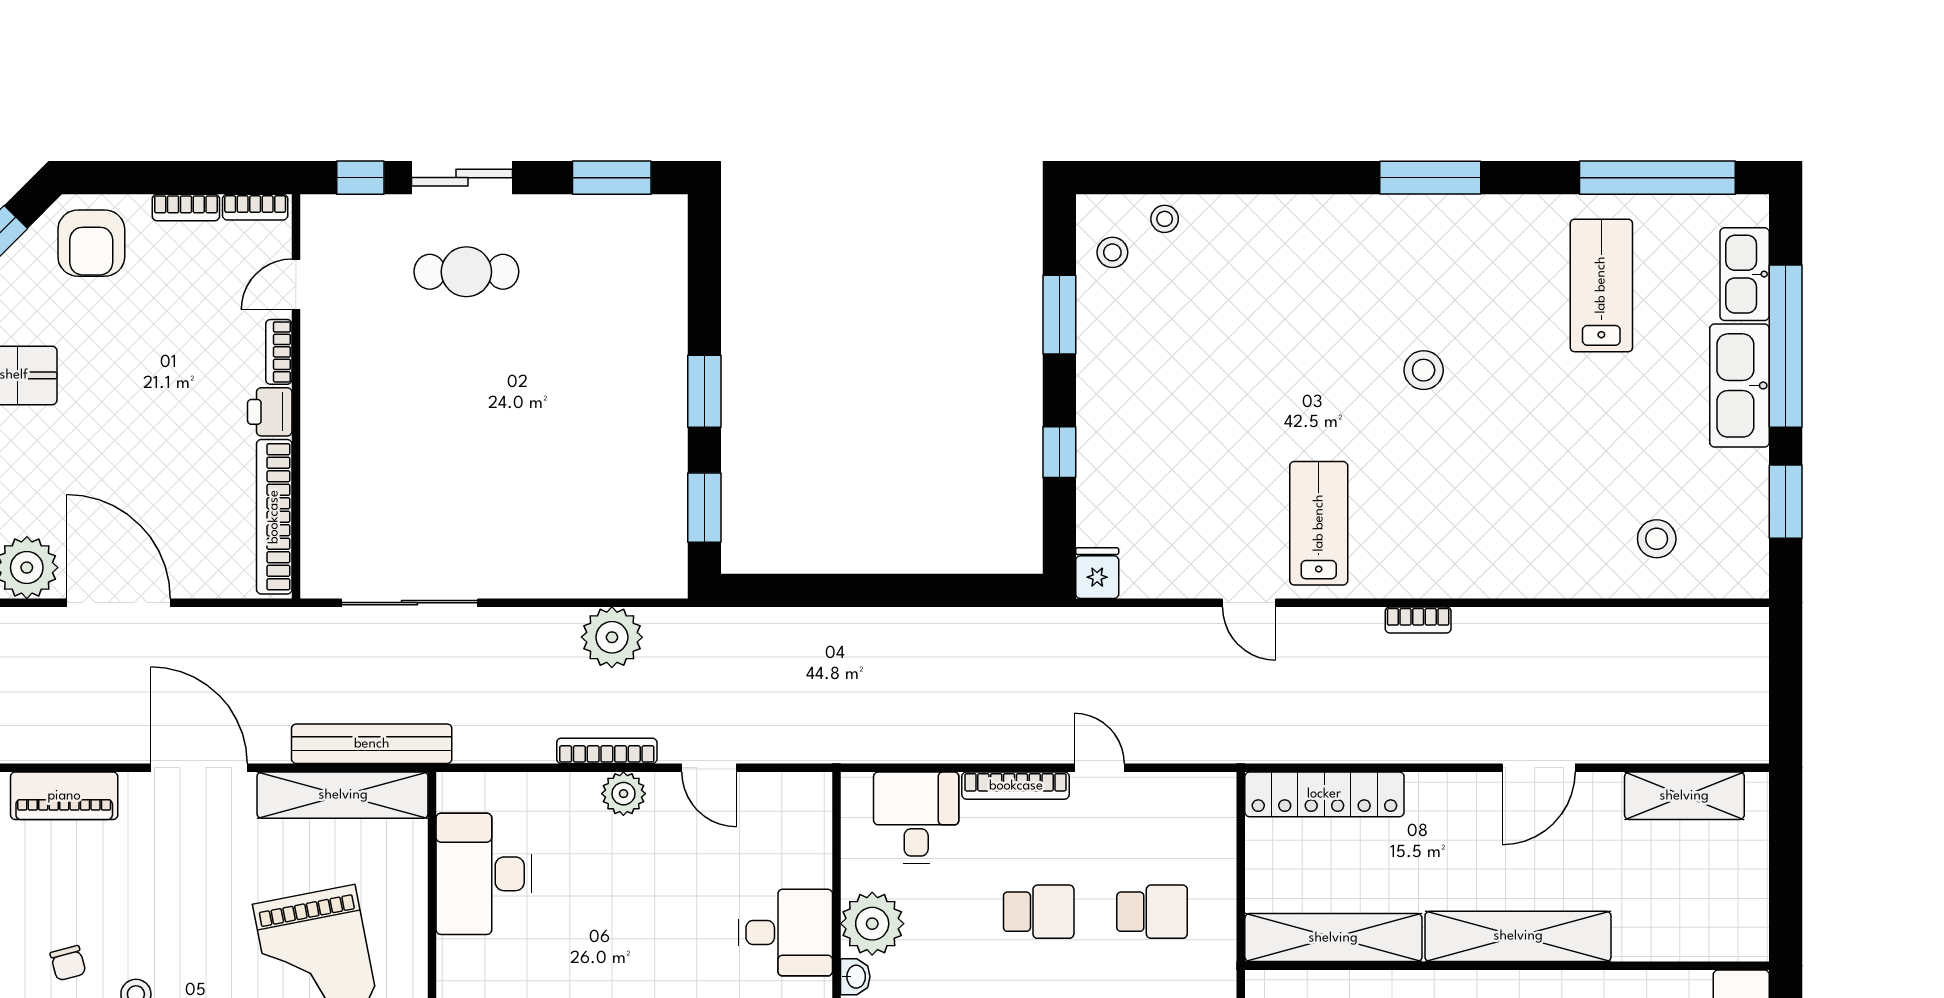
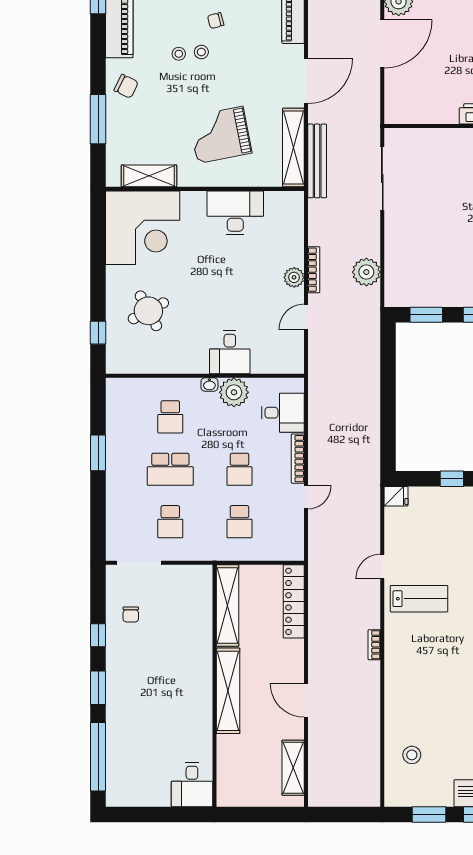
bookcase: (274, 517) -> (422, 116), removed
desk: (484, 874) -> (235, 213), moved

